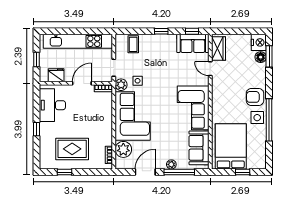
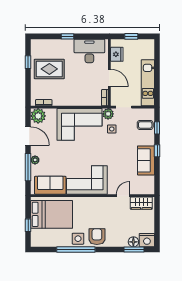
window: (192, 31) -> (157, 128), moved
kitchen unit: (78, 41) -> (148, 83), width x0.73
sofa: (193, 43) -> (146, 160), moved
rug: (72, 149) -> (49, 69), turned 90
plant: (123, 149) -> (38, 116), moved

